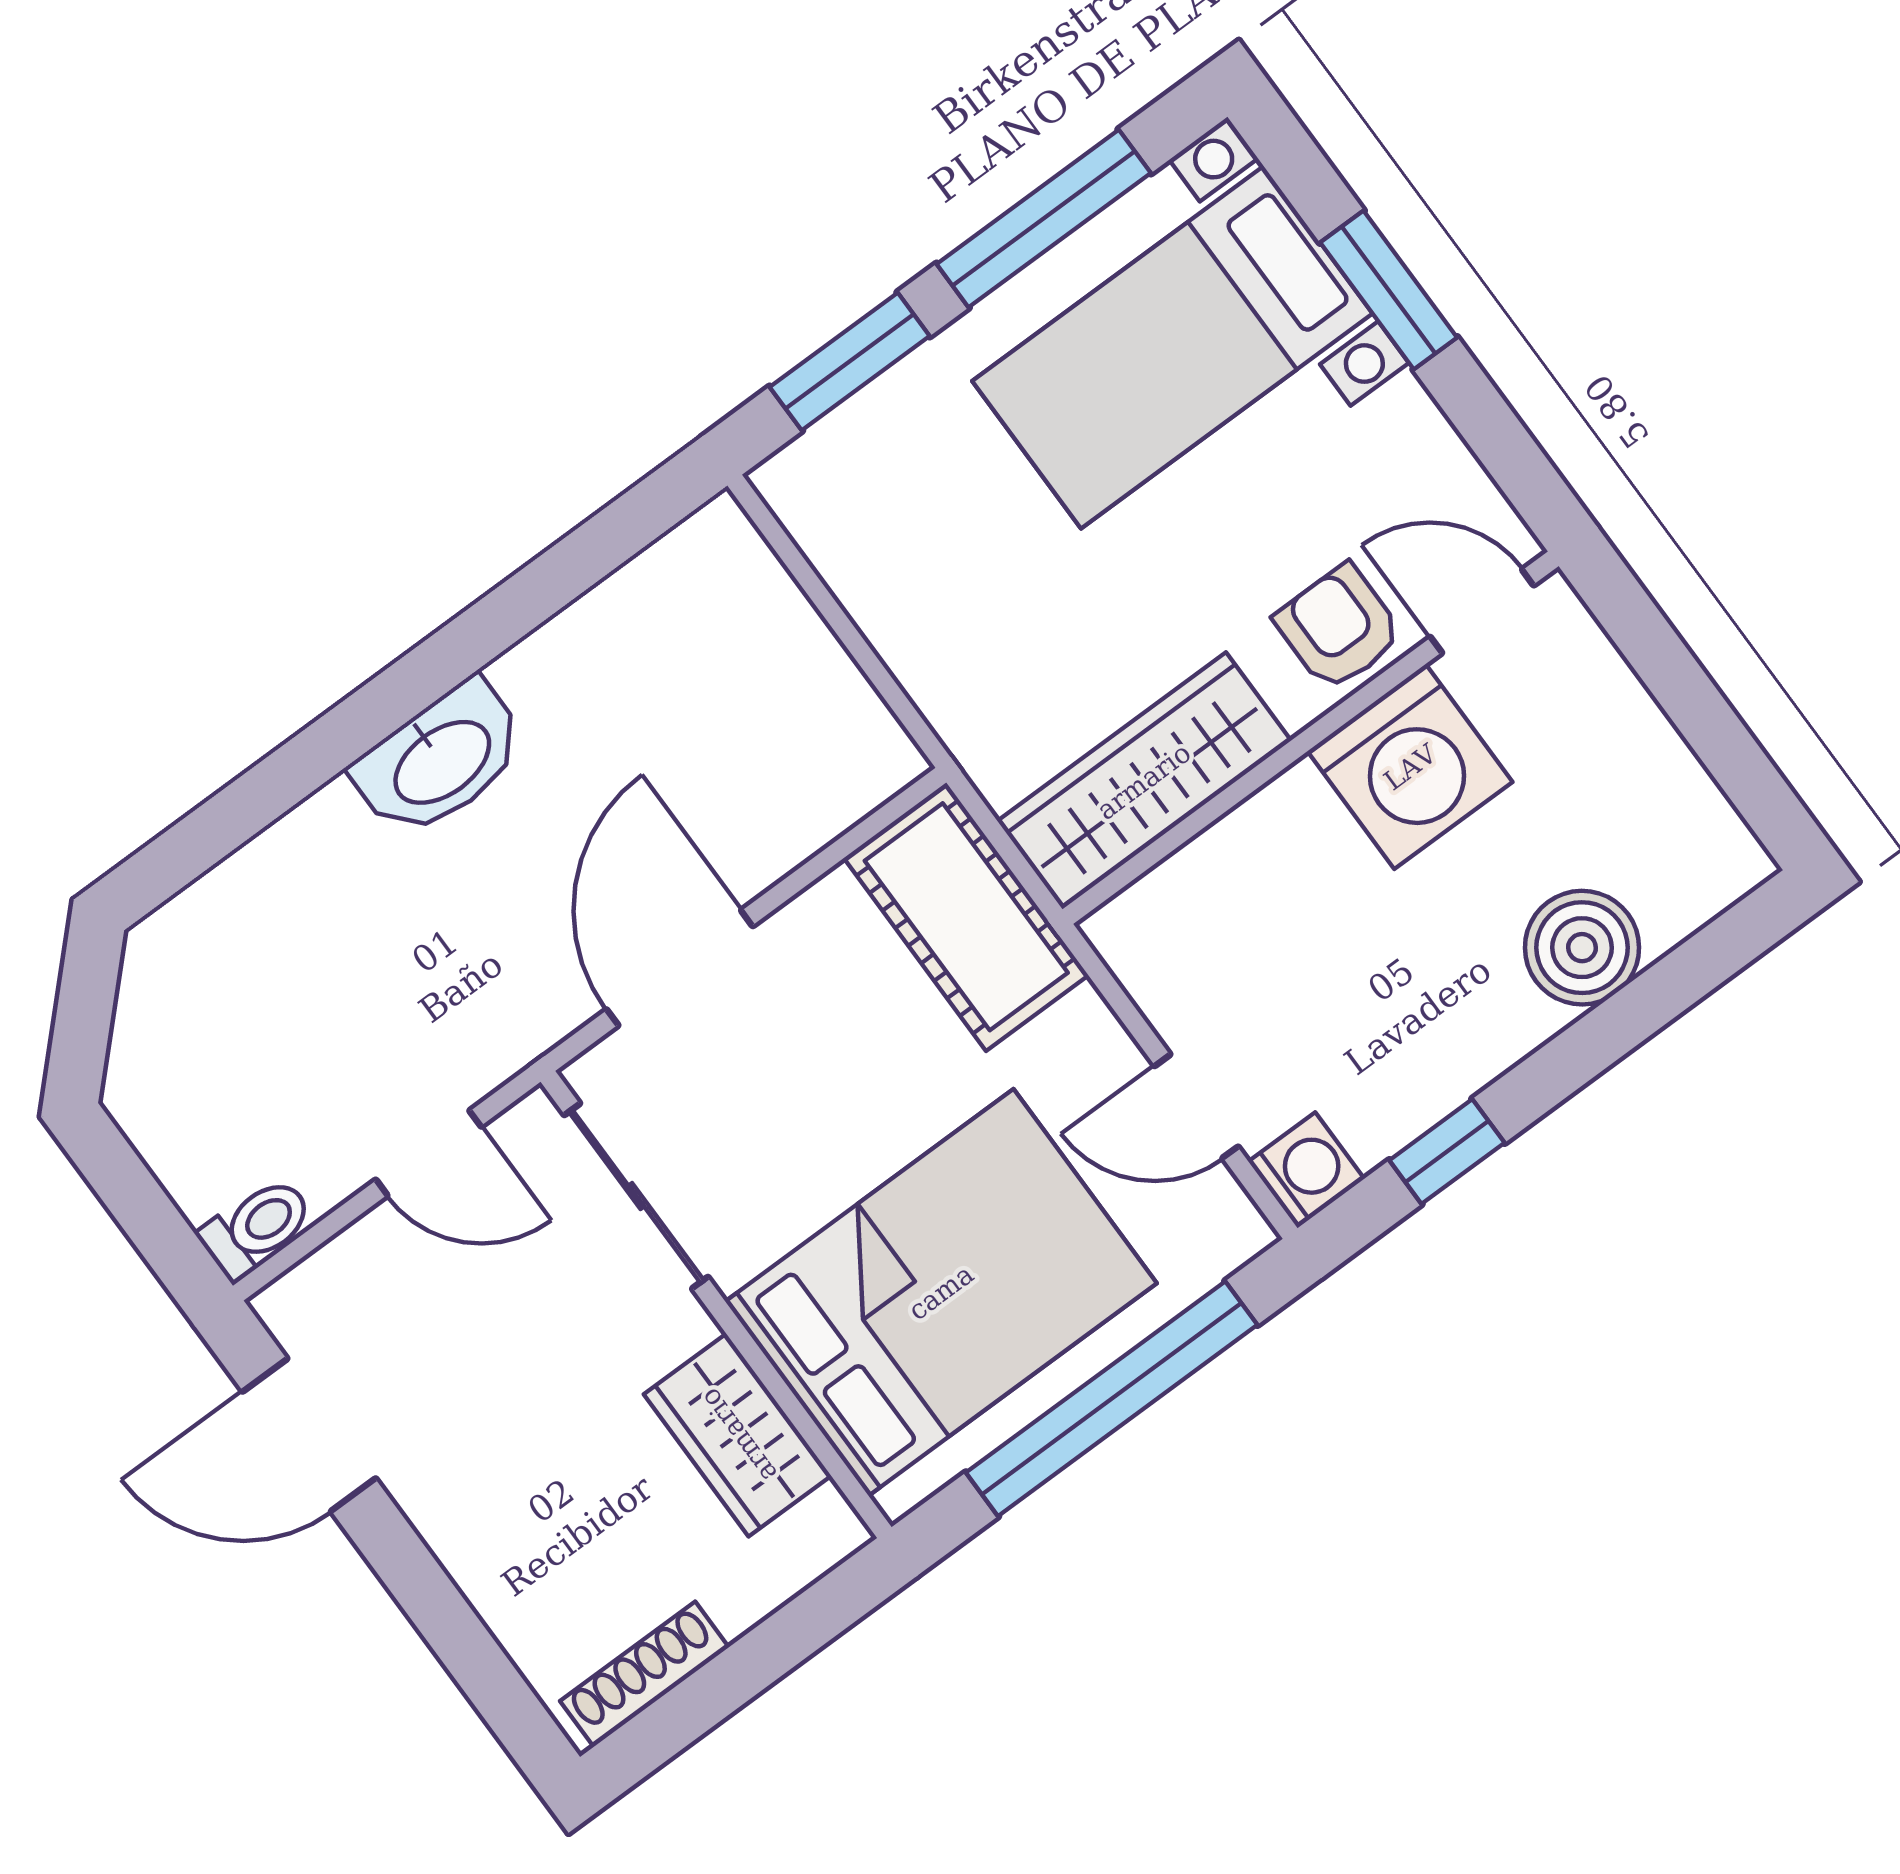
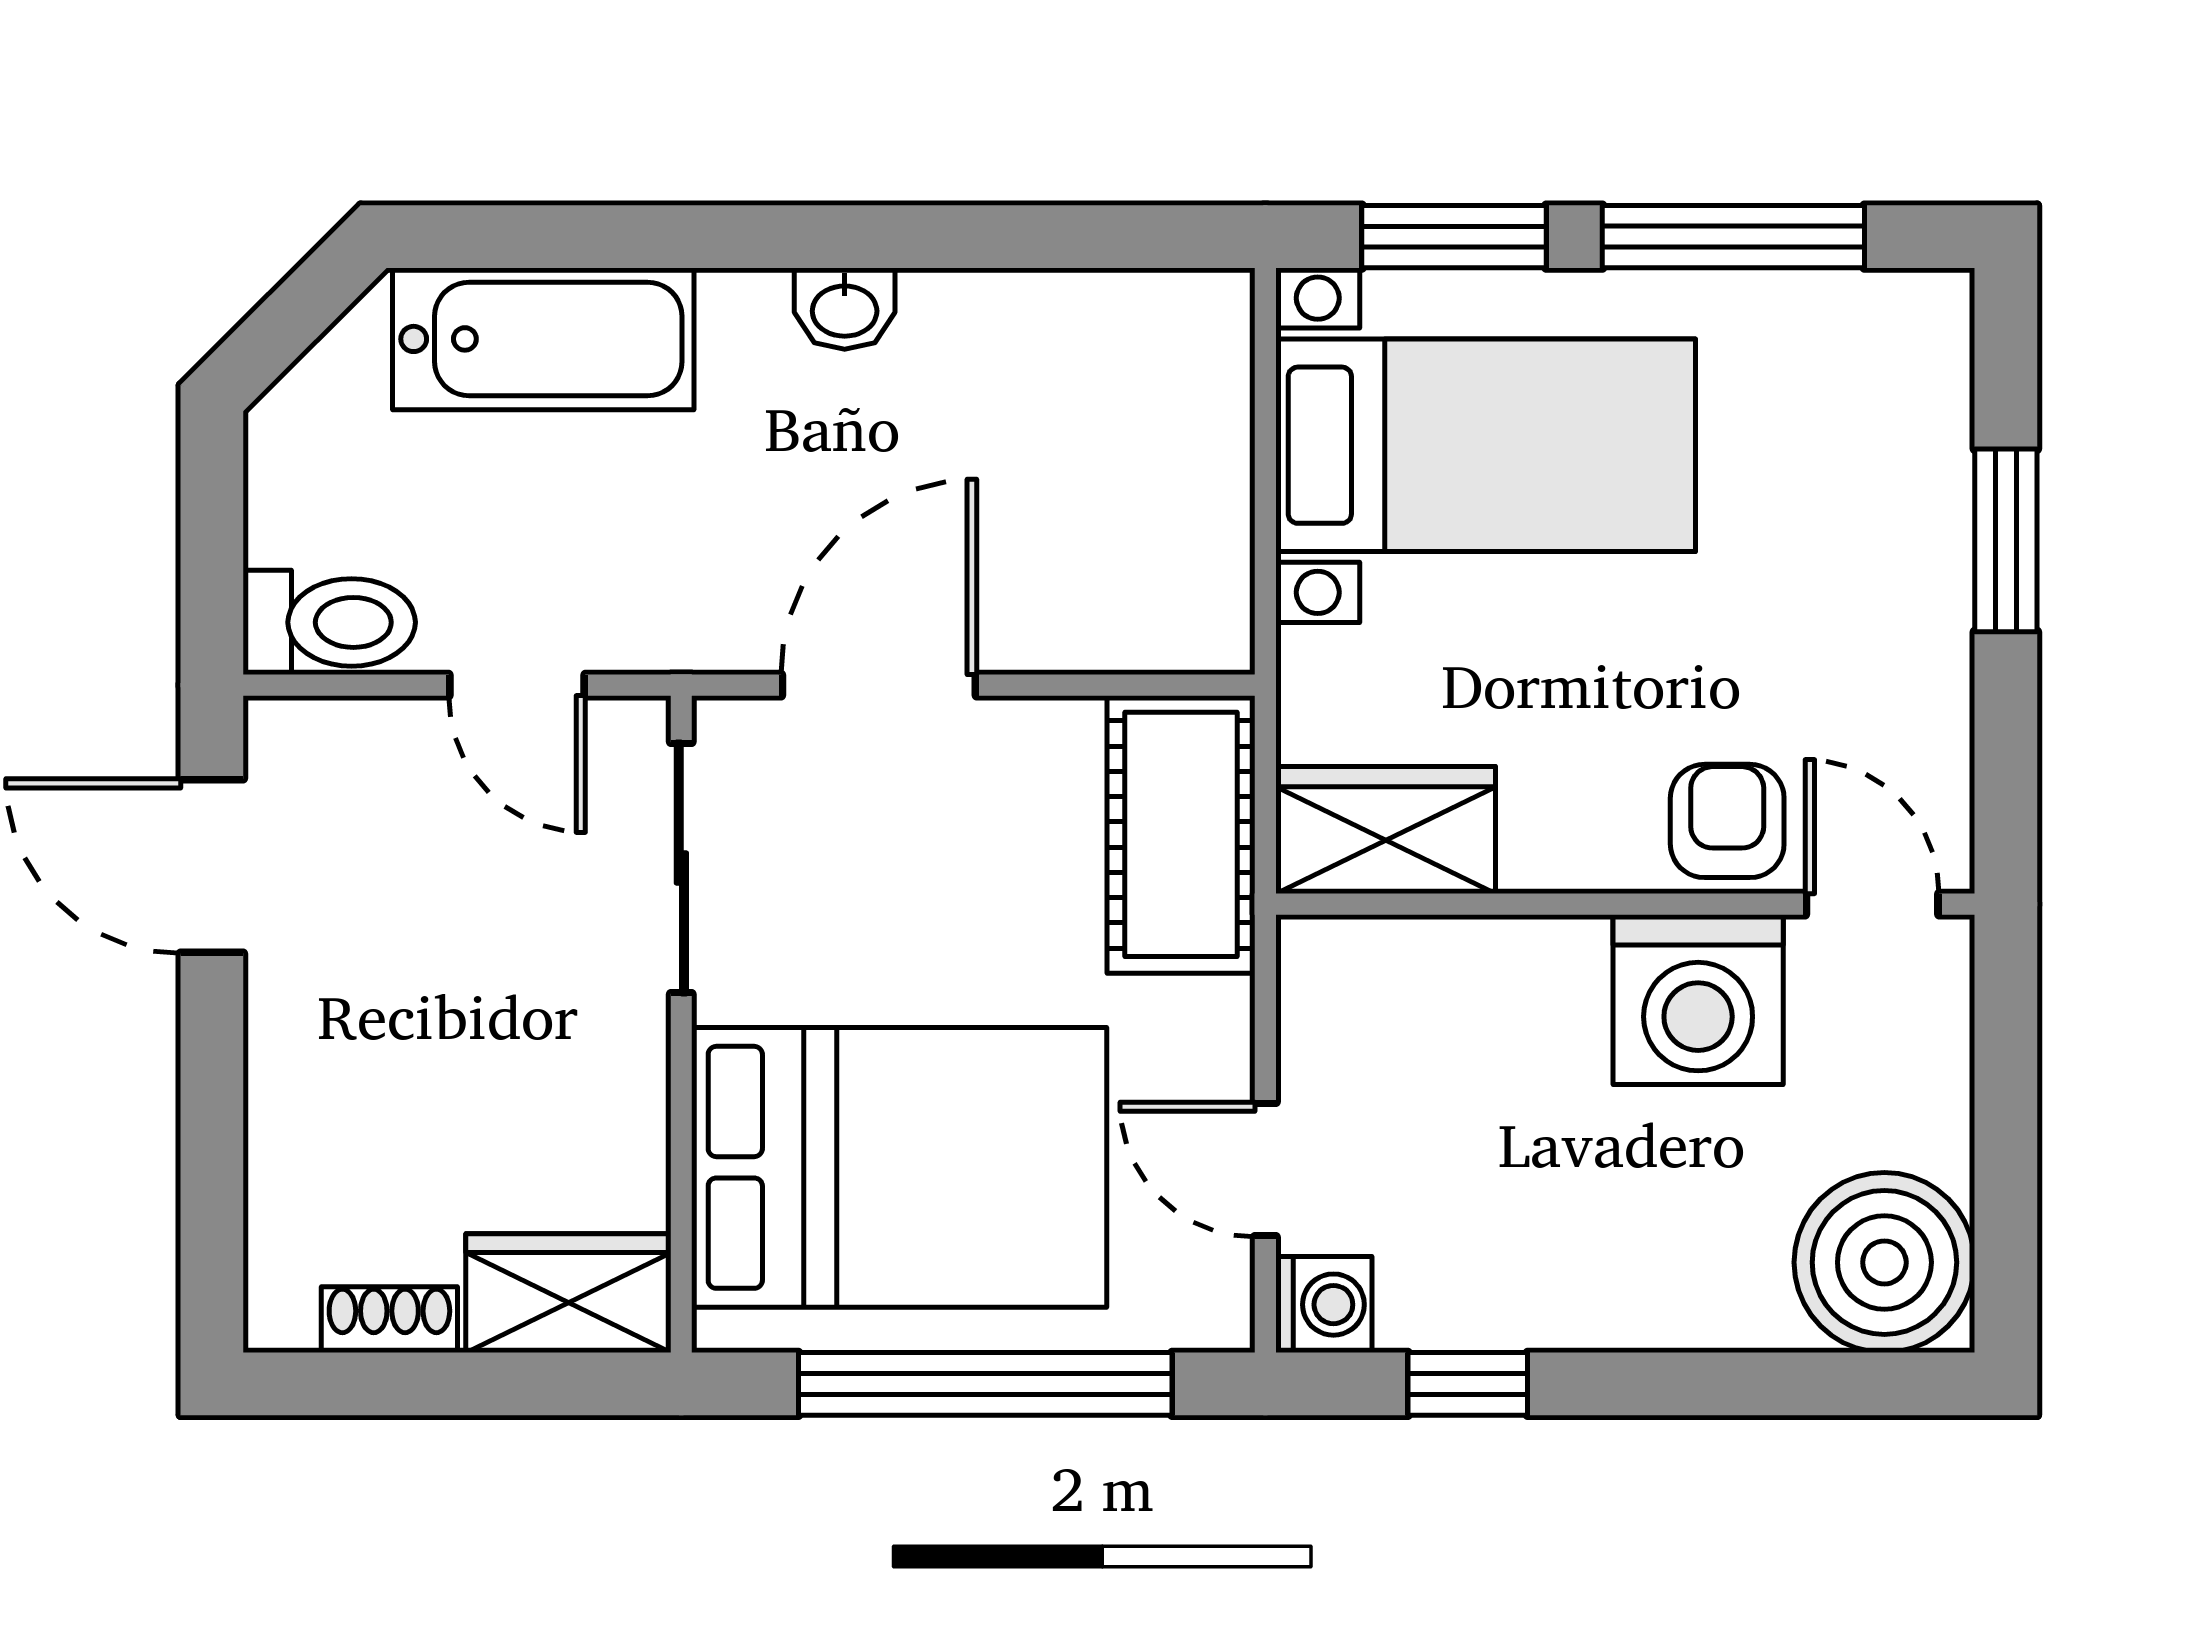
bed with nightstands: (1172, 347) -> (1486, 445), moved, turned 180
washbasin: (441, 760) -> (845, 309), width x0.52, depth x0.69
wardrobe: (1144, 781) -> (1386, 830), width x0.67
bathtub: (269, 899) -> (543, 339), added
boiler: (1582, 948) -> (1884, 1262), moved, width x1.37, depth x1.37
toilet: (256, 1228) -> (329, 622), width x1.37, depth x1.39
wardrobe: (738, 1435) -> (568, 1293), moved, turned 90
shoe rack: (644, 1674) -> (389, 1320), width x0.70

